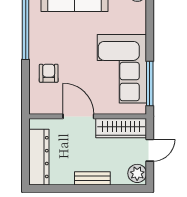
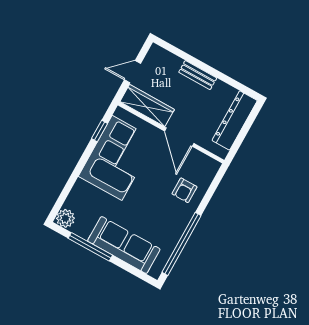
window: (150, 84) -> (99, 131), width x0.46
plant: (137, 173) -> (155, 57), removed

